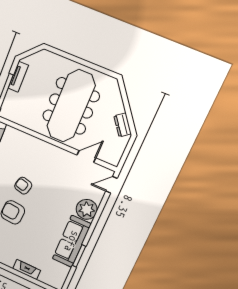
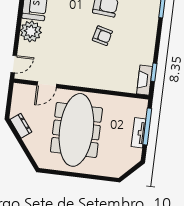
tv unit: (18, 77) -> (139, 133), moved

